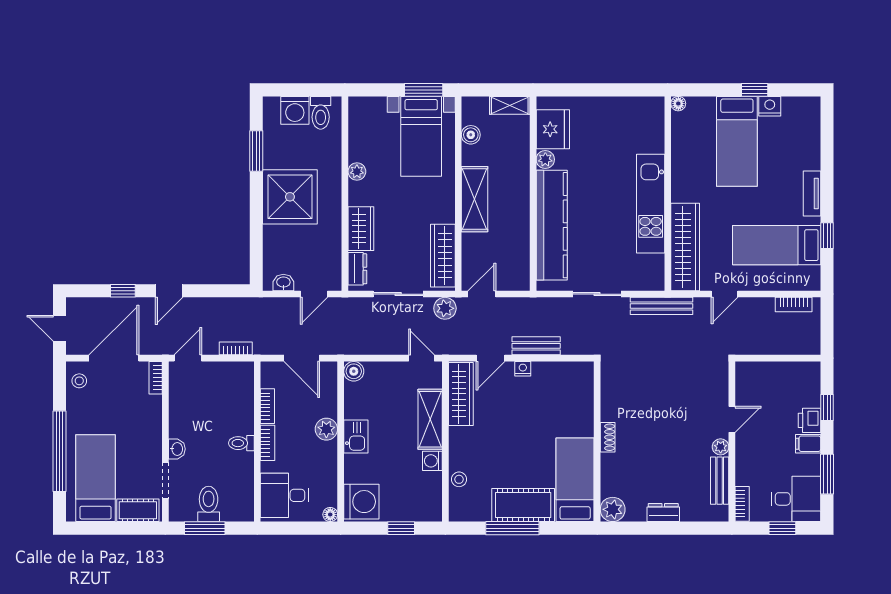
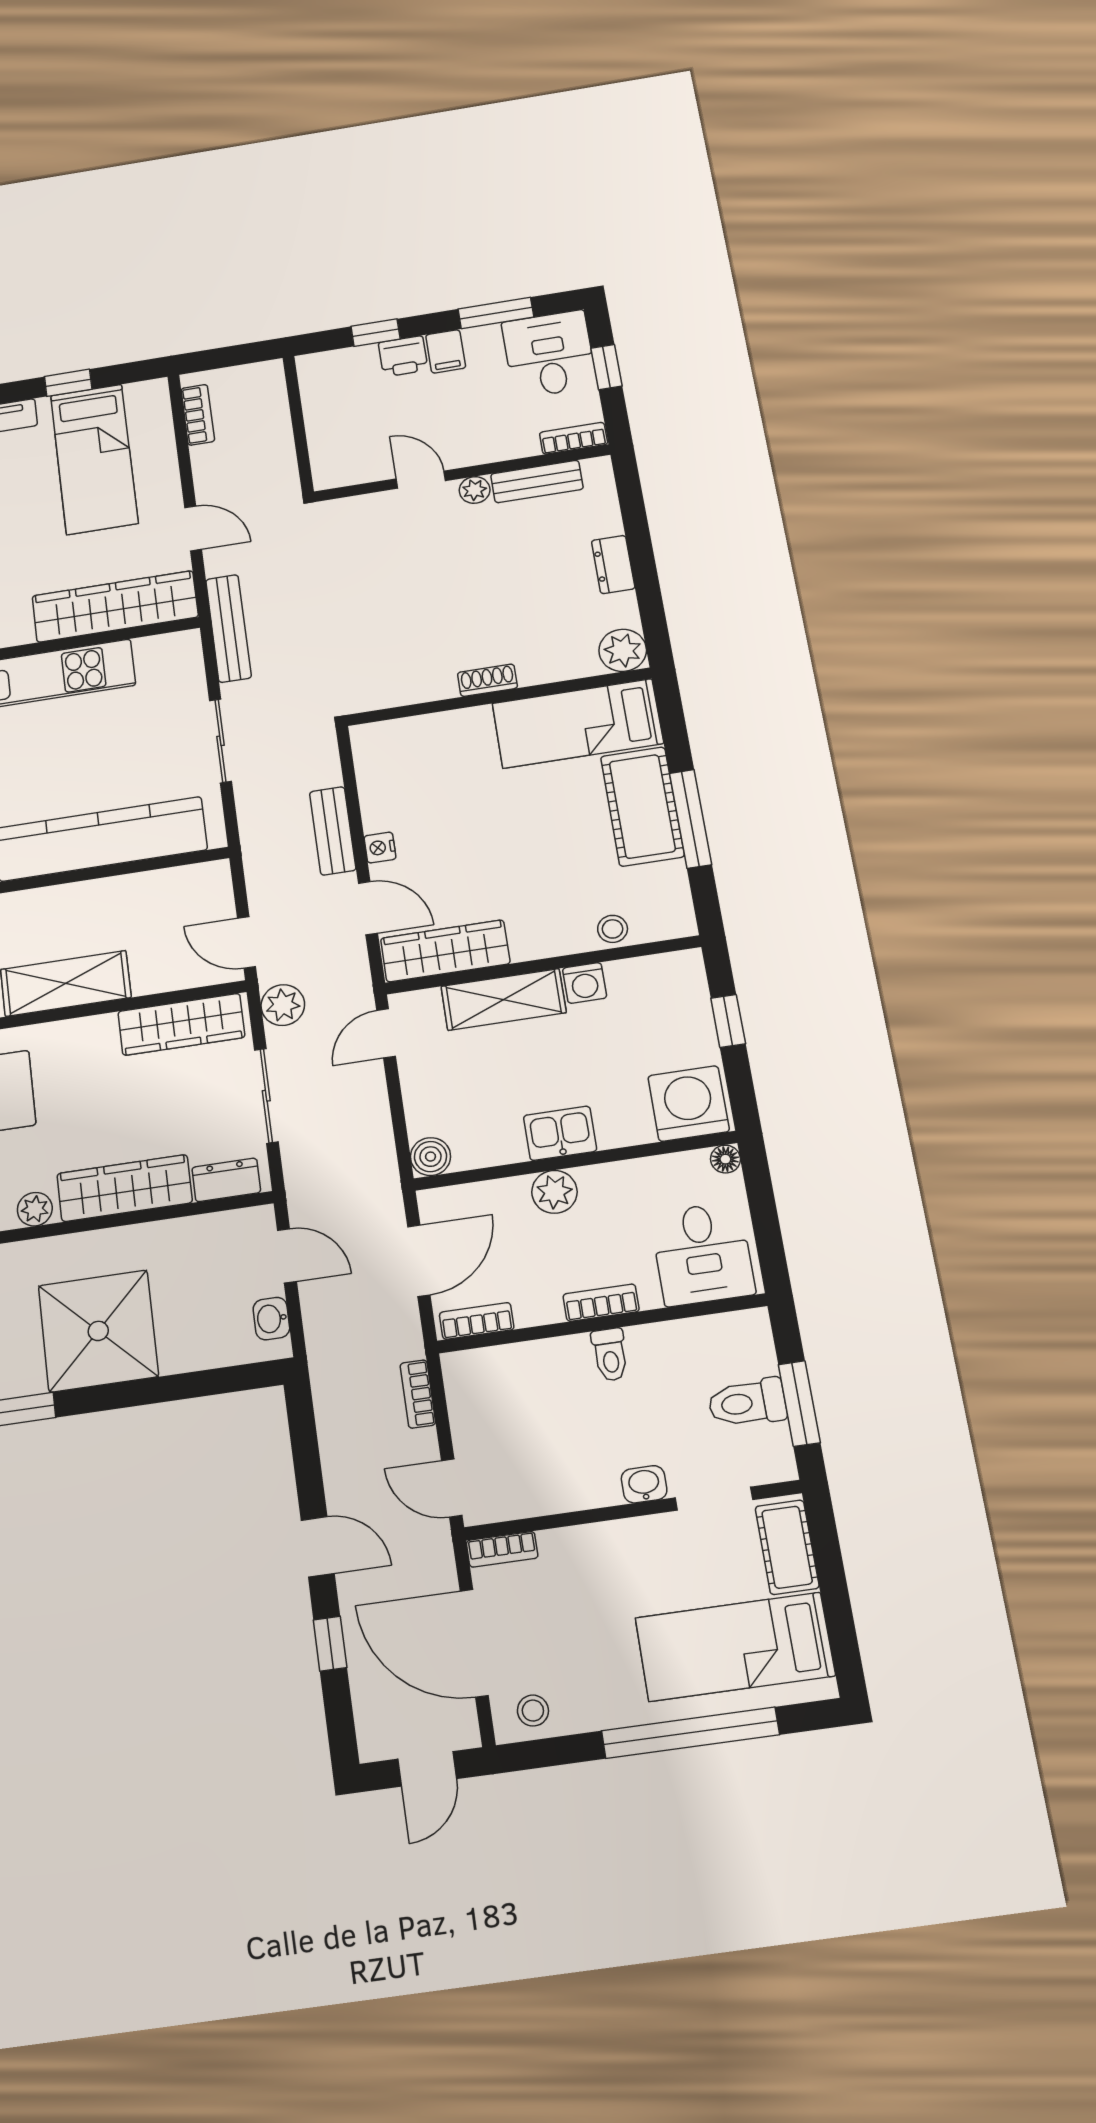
wardrobe: (361, 229) -> (125, 1188), width x1.50
bookcase: (267, 406) -> (477, 1321), moved

